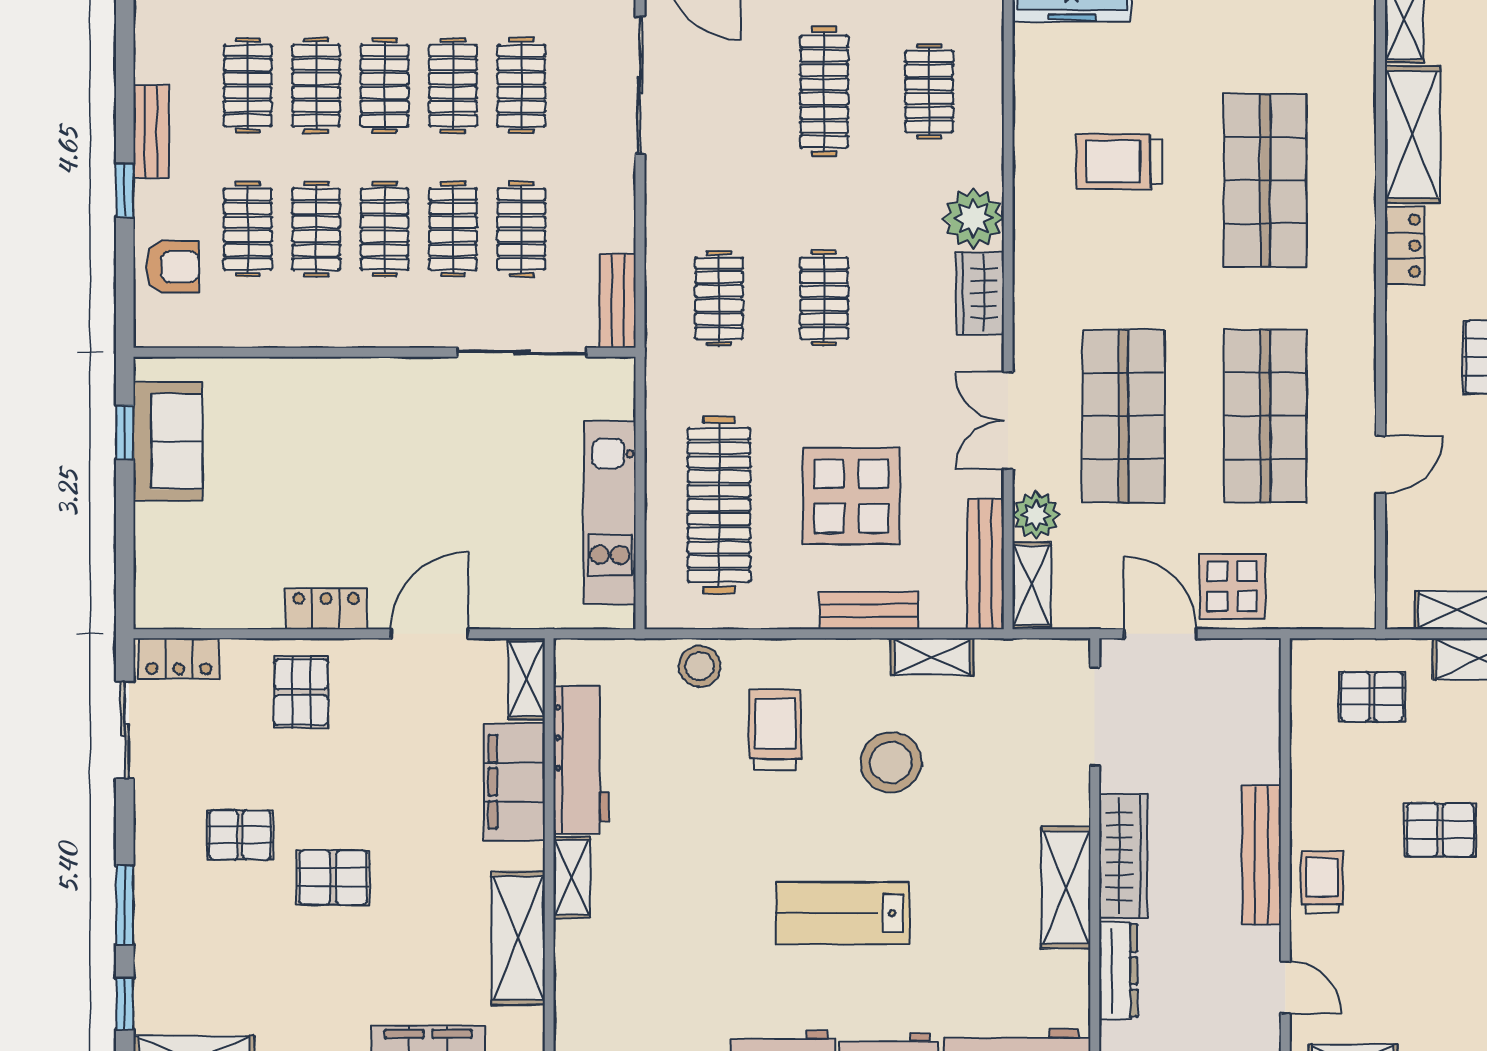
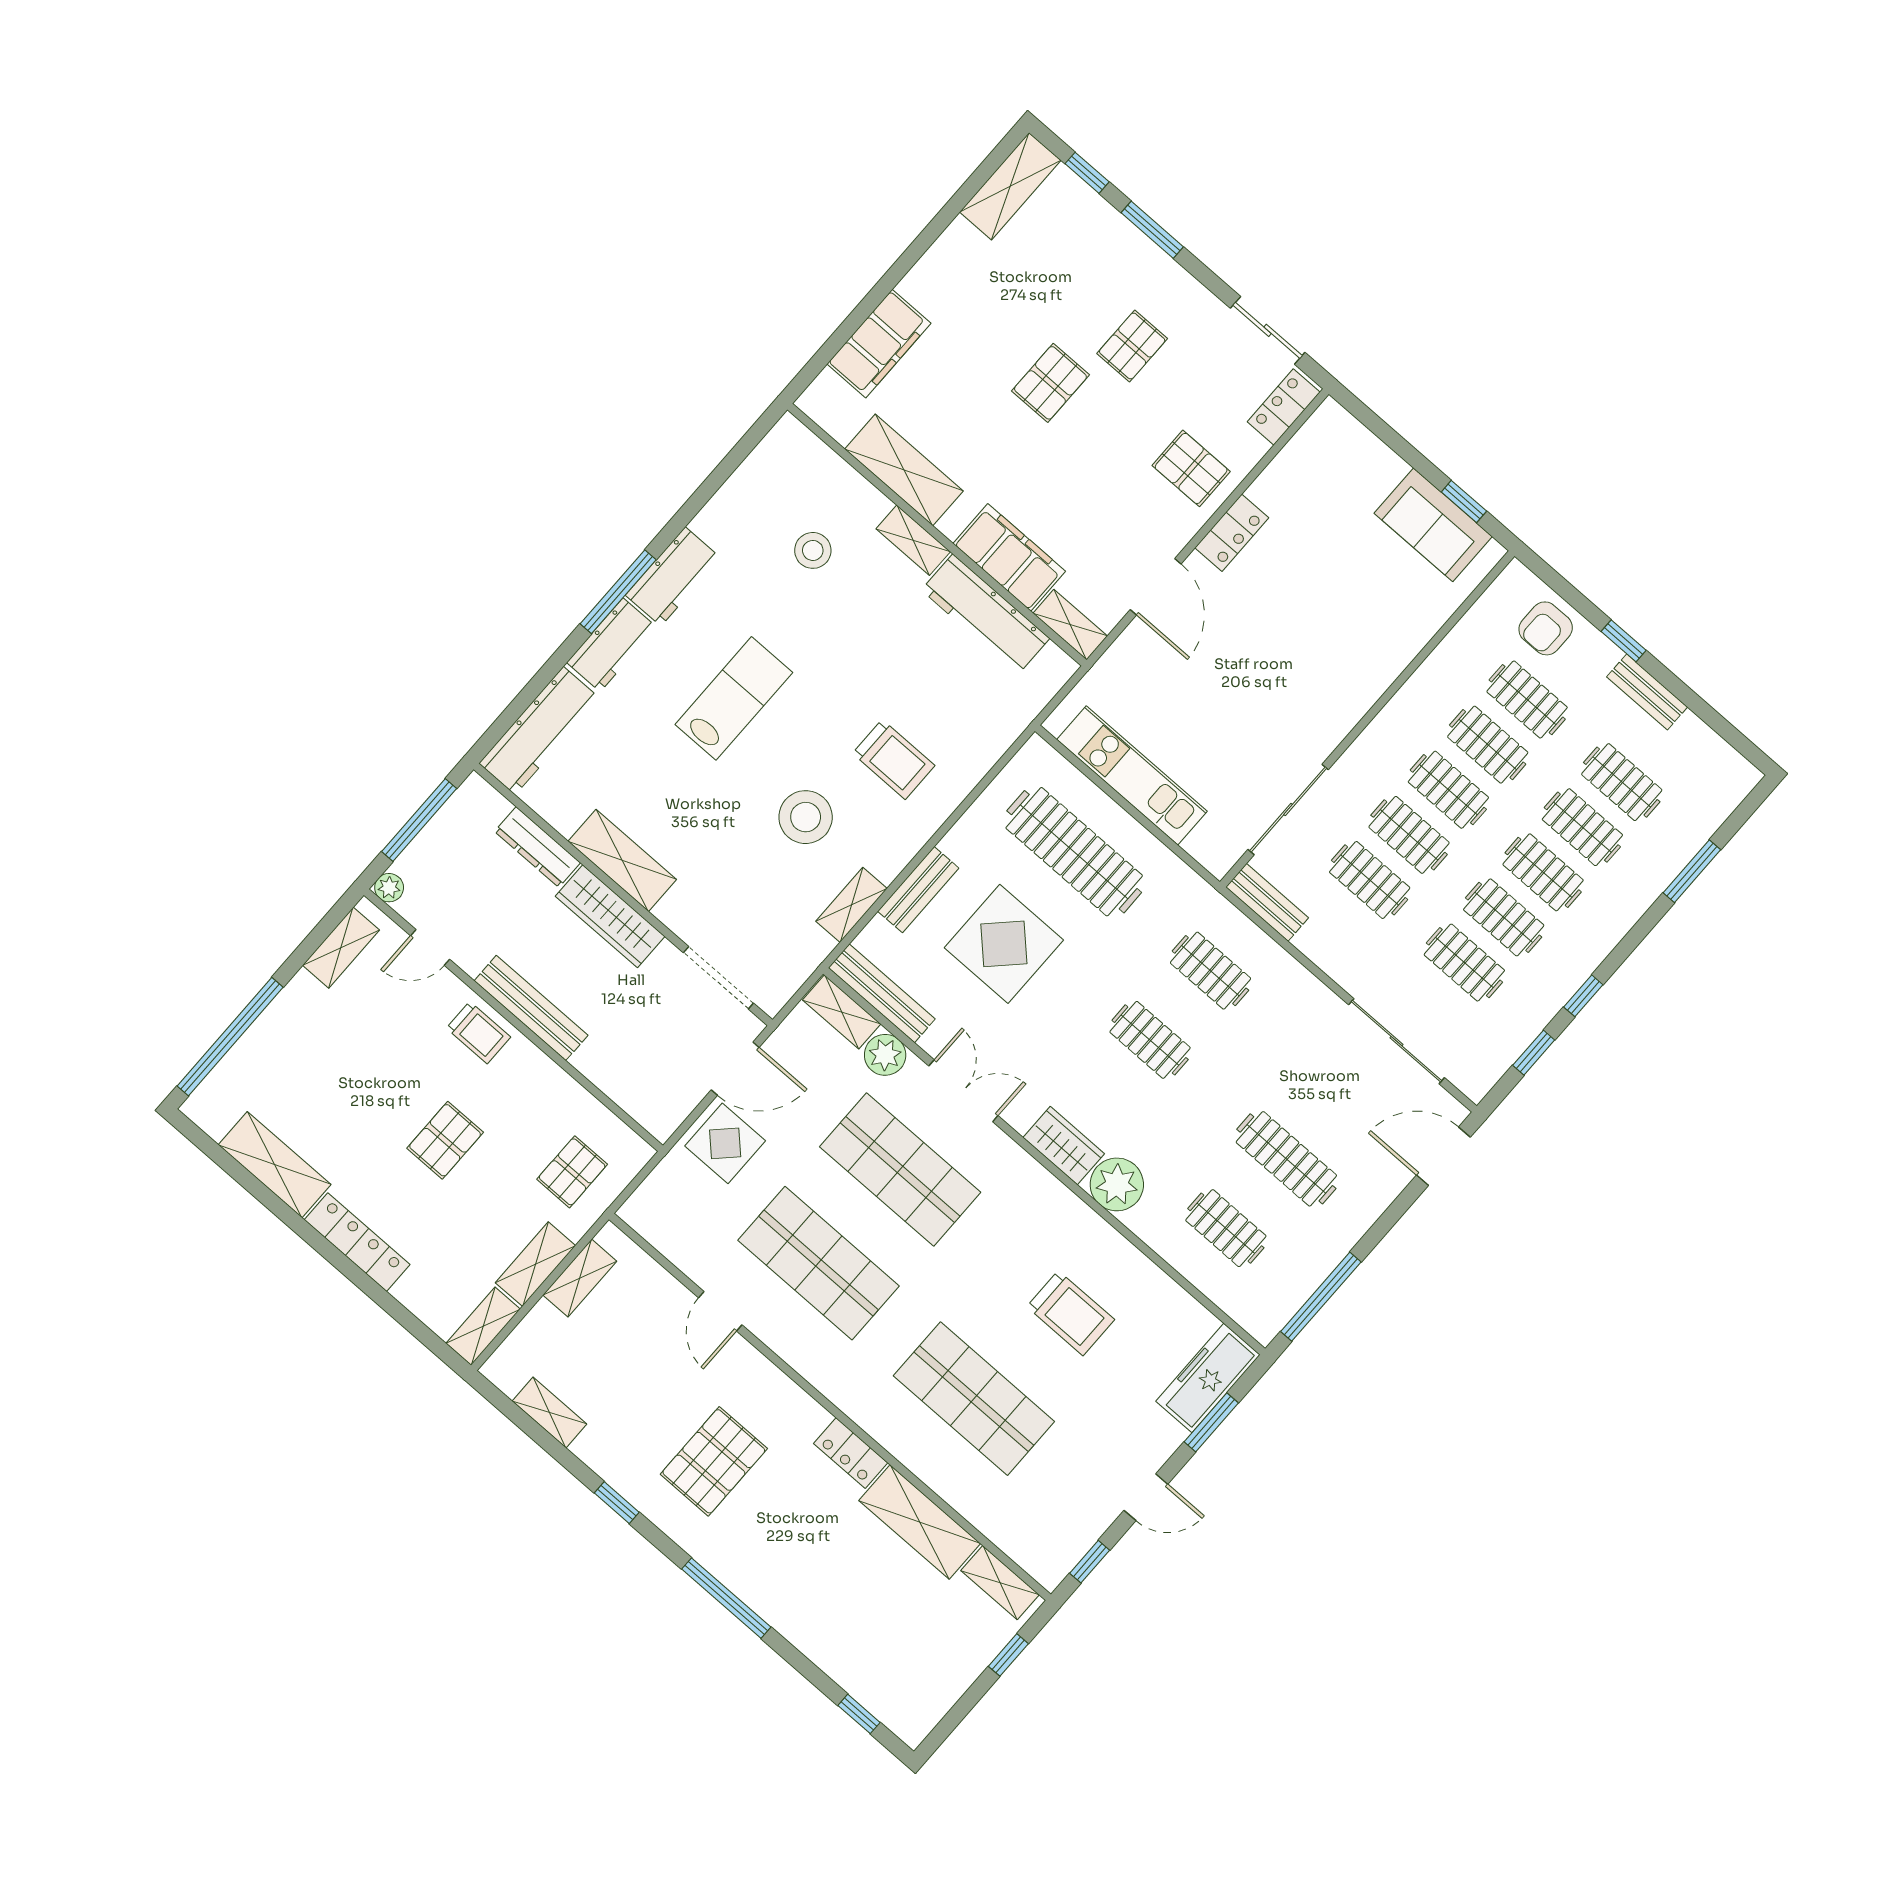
trolley: (1119, 161) -> (1071, 1313), turned 90
stool: (700, 666) -> (813, 550), moved

